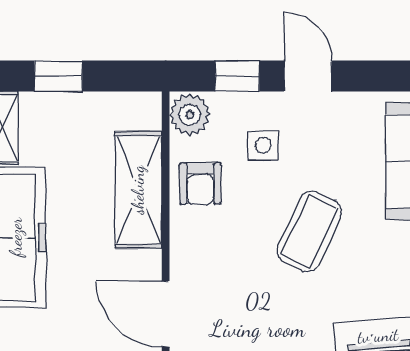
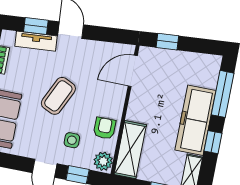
shelving: (138, 190) -> (130, 150), moved
door: (166, 314) -> (133, 71), swing flipped

